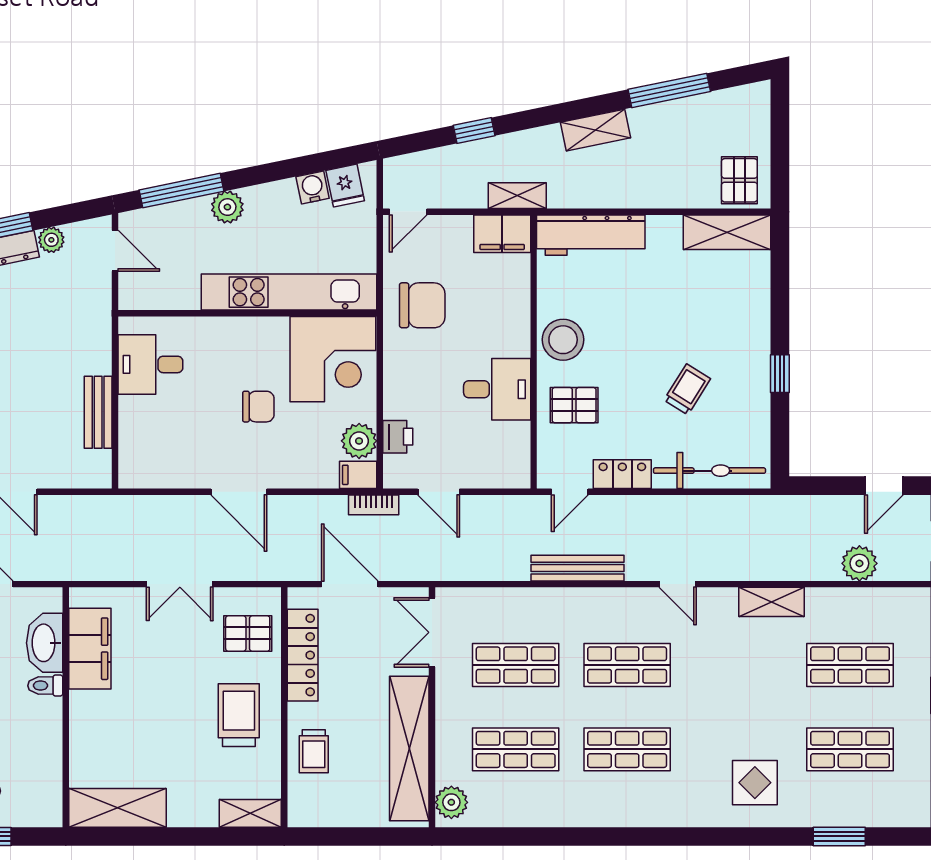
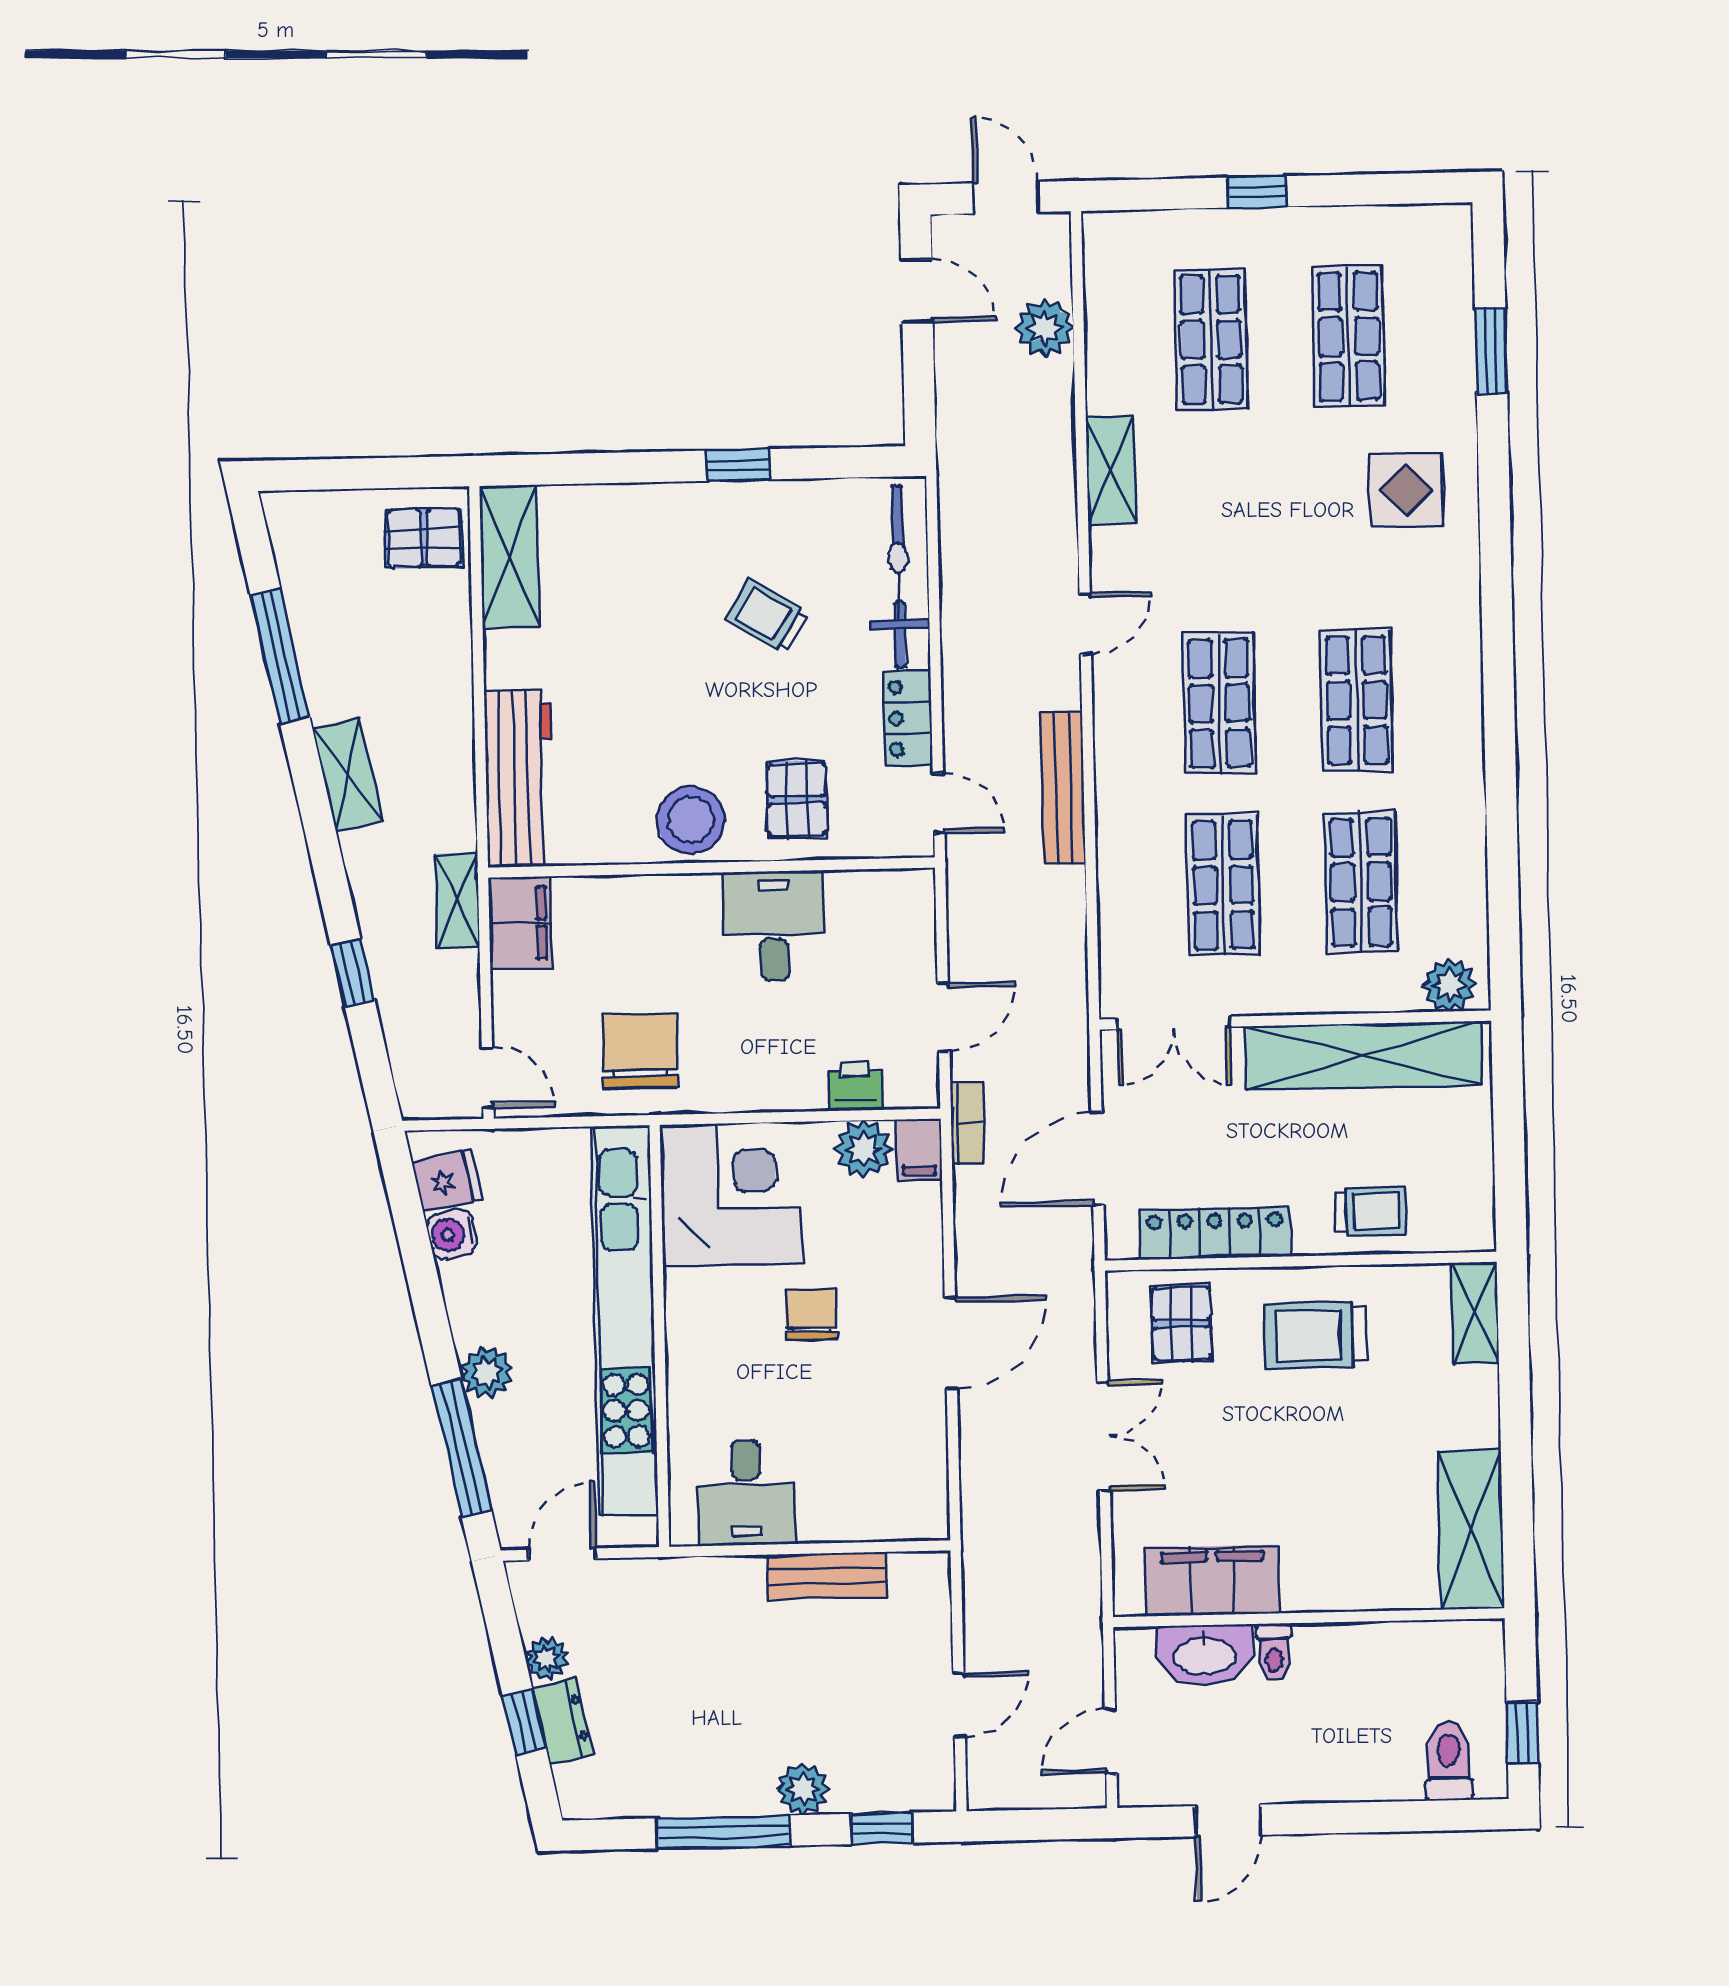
kitchen unit: (289, 292) -> (624, 1321), width x1.36

